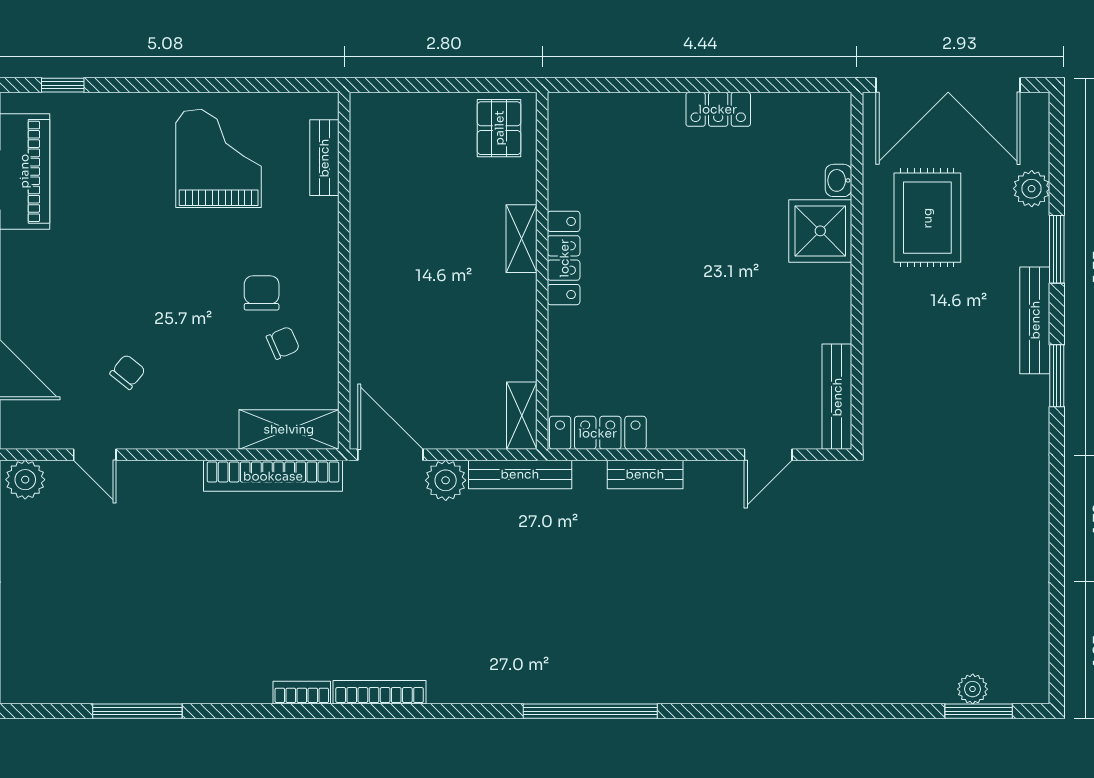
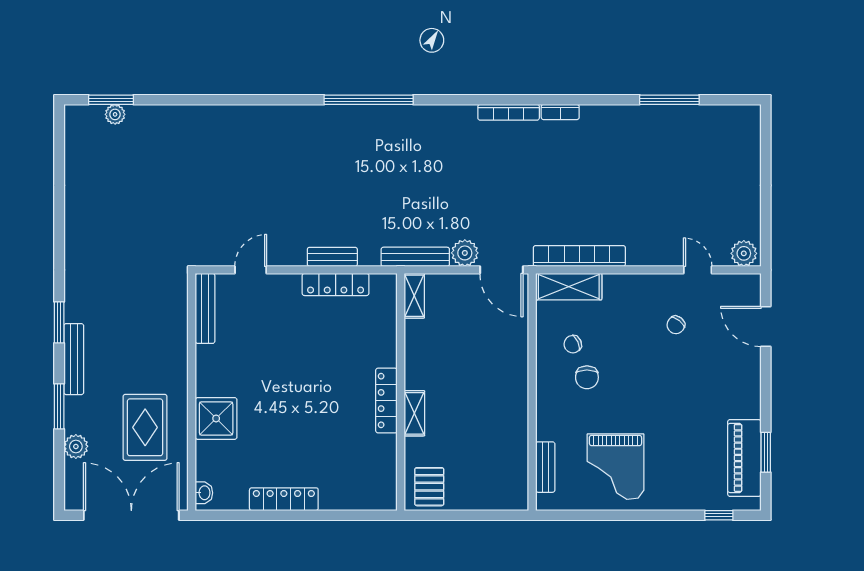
locker: (718, 109) -> (284, 499), width x1.53
washbasin: (839, 180) -> (204, 493), moved
locker: (598, 433) -> (336, 284), moved

